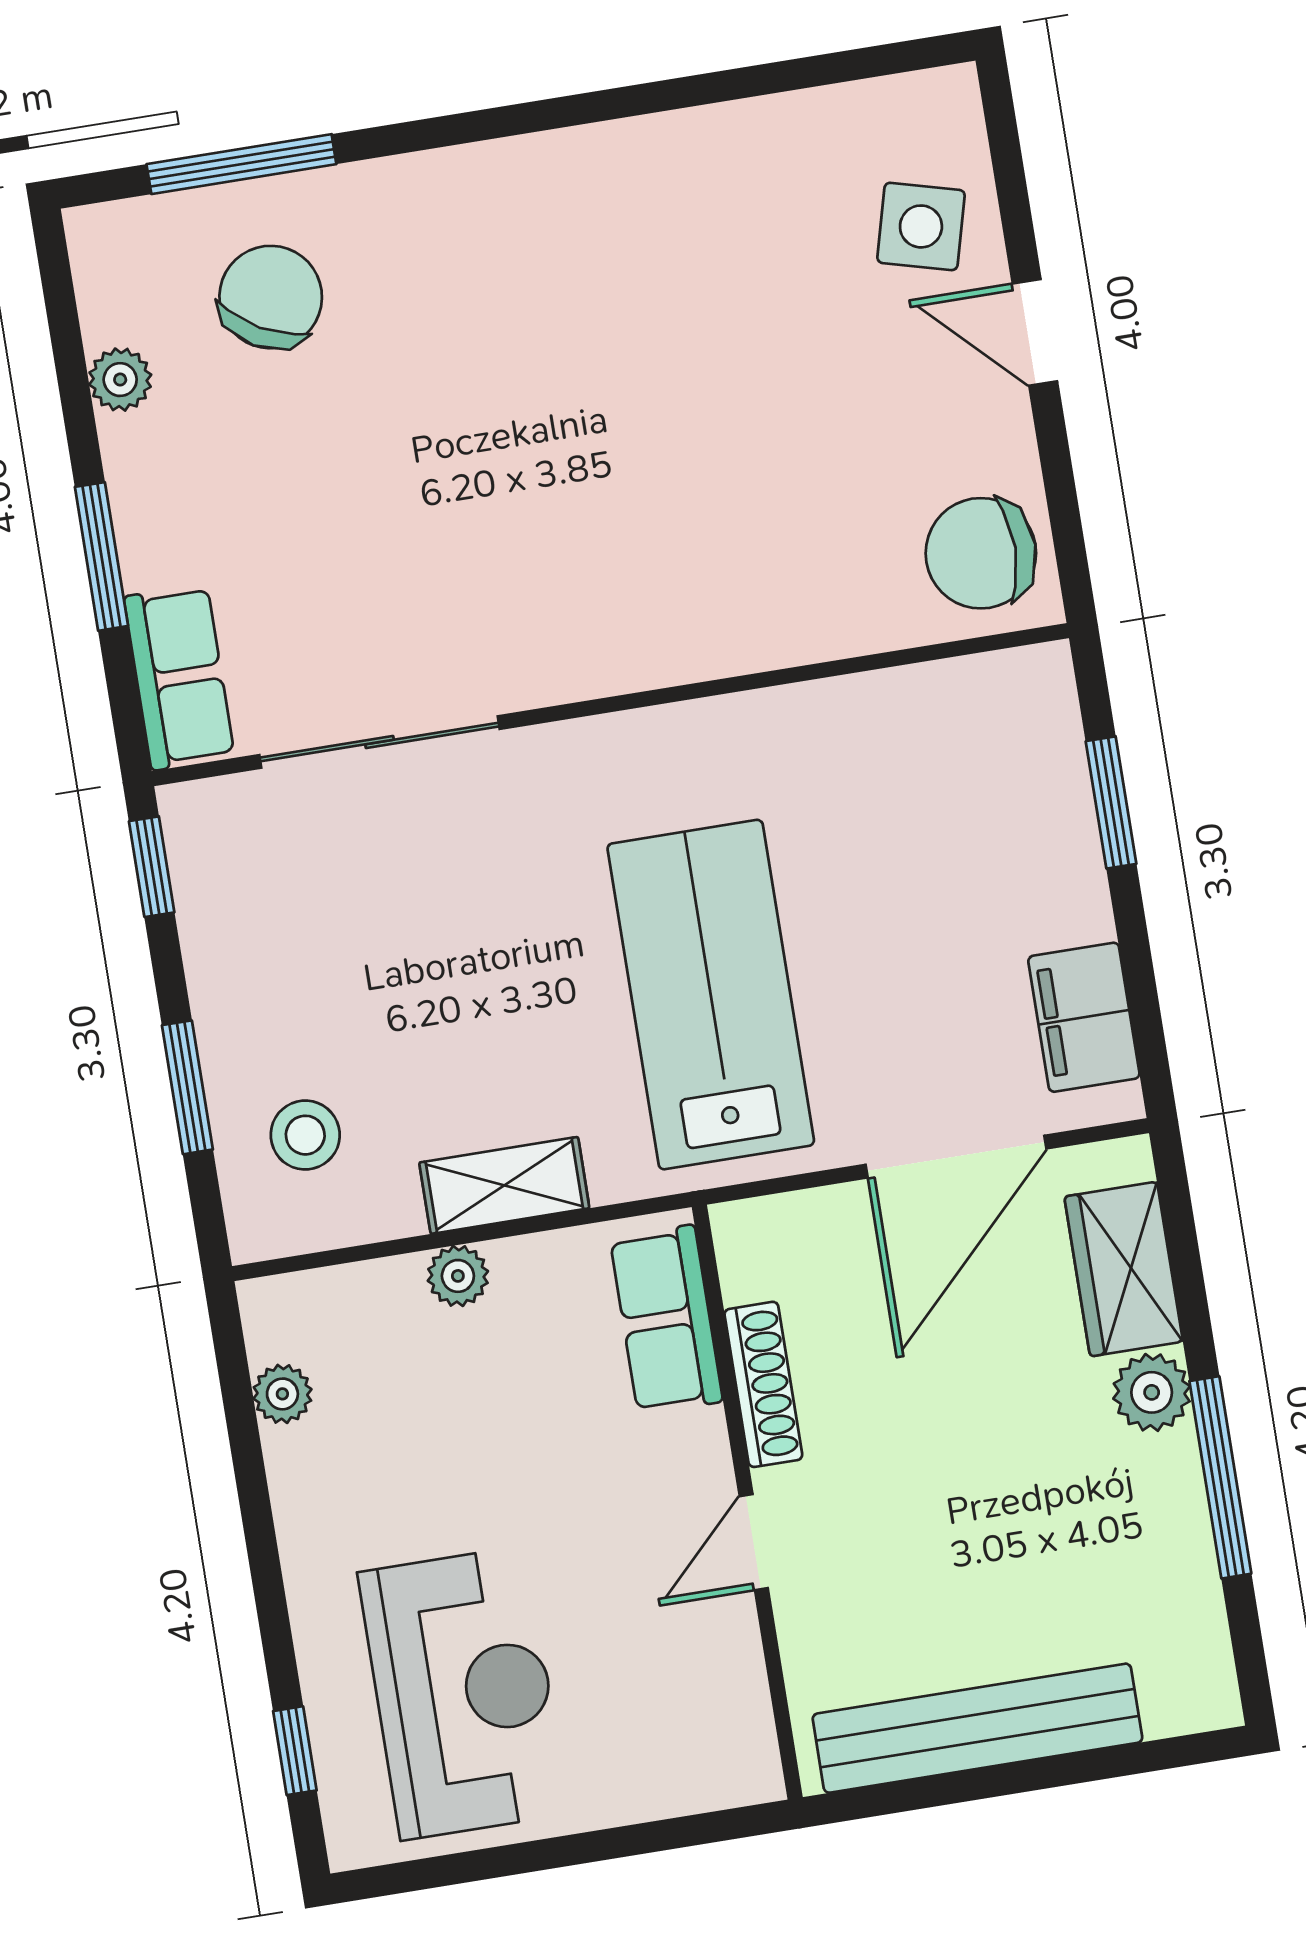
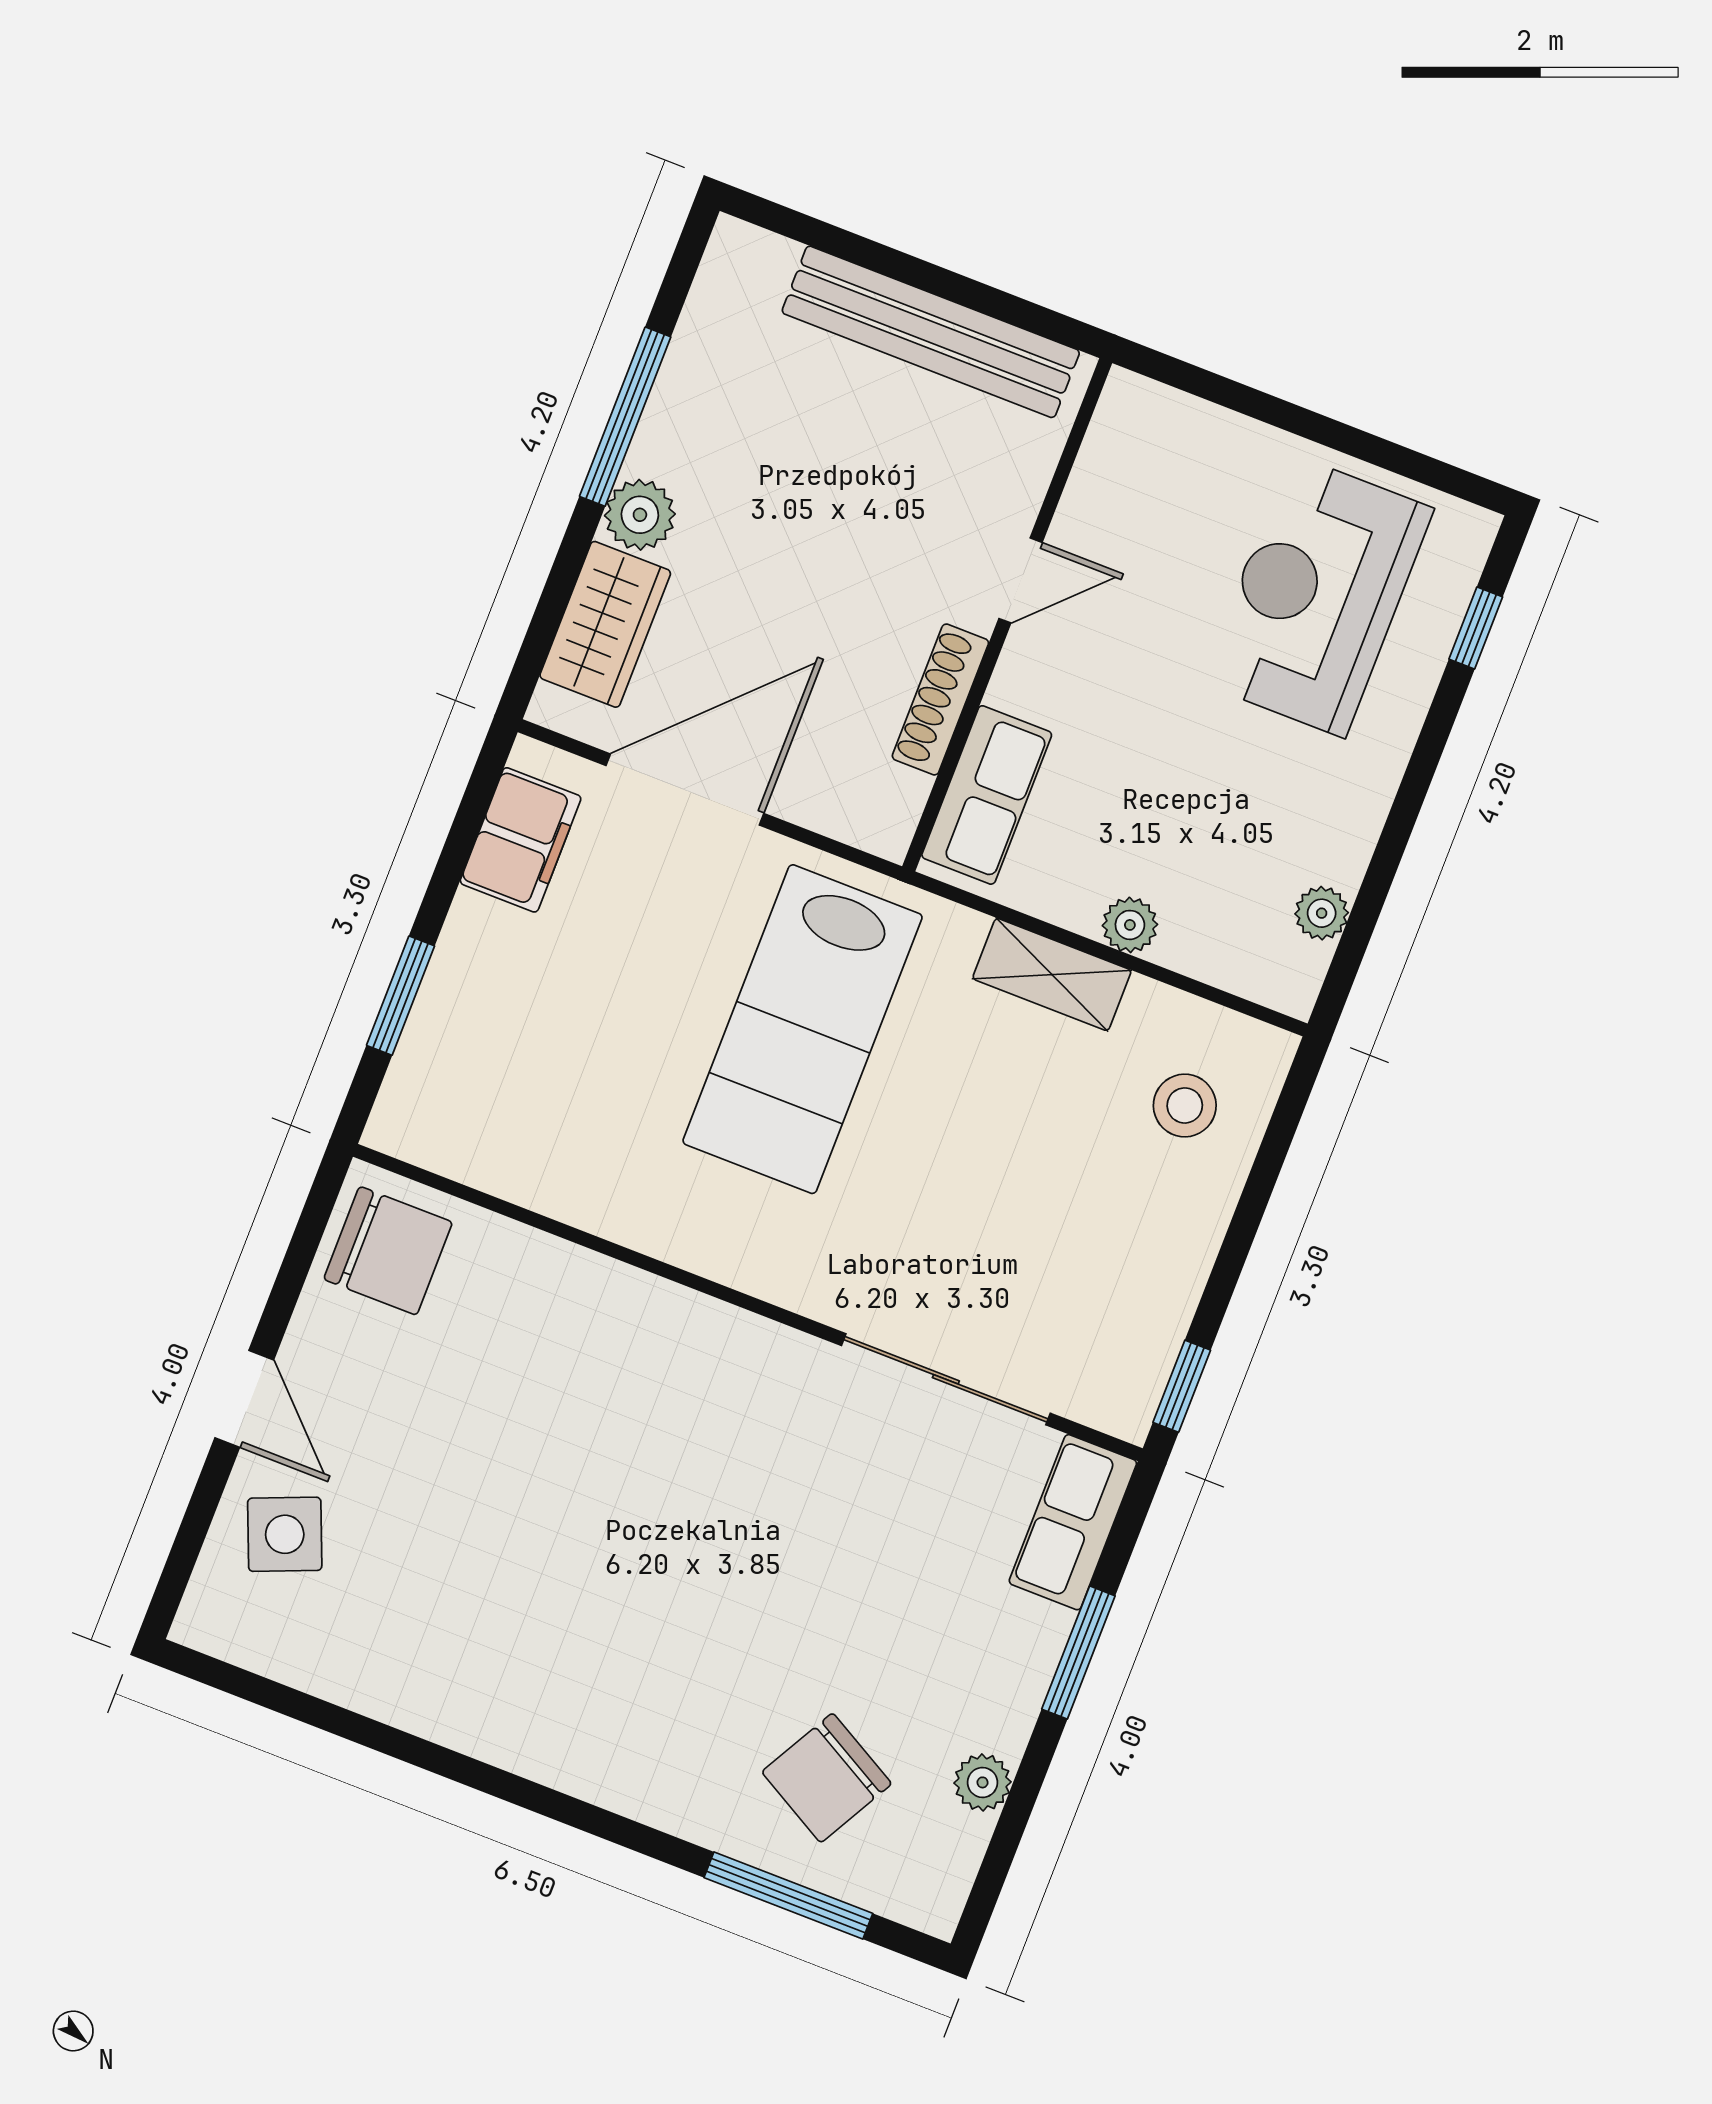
side table: (921, 226) -> (285, 1534), turned -37
window: (187, 1087) -> (1255, 1197), removed

